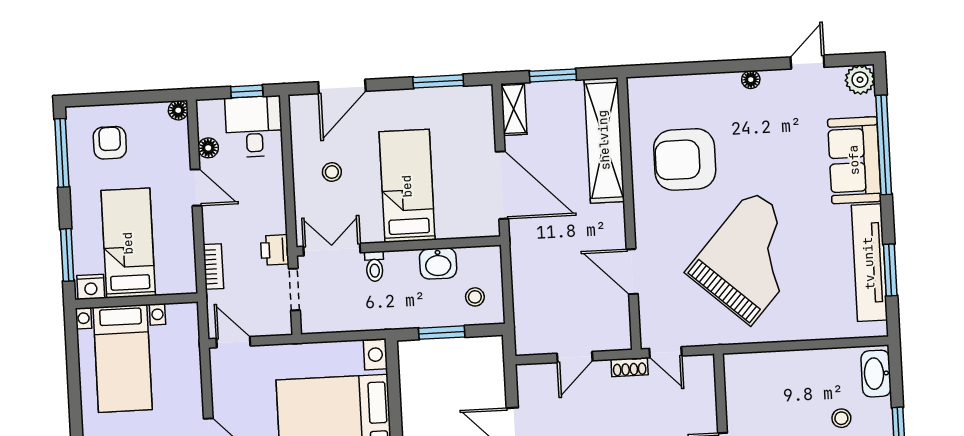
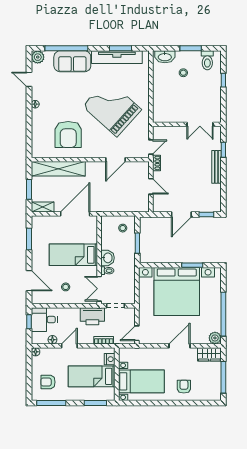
printer: (275, 250) -> (92, 316), width x1.87, depth x1.48
washbasin: (438, 263) -> (107, 258), moved
nightstand: (91, 287) -> (110, 359), moved

